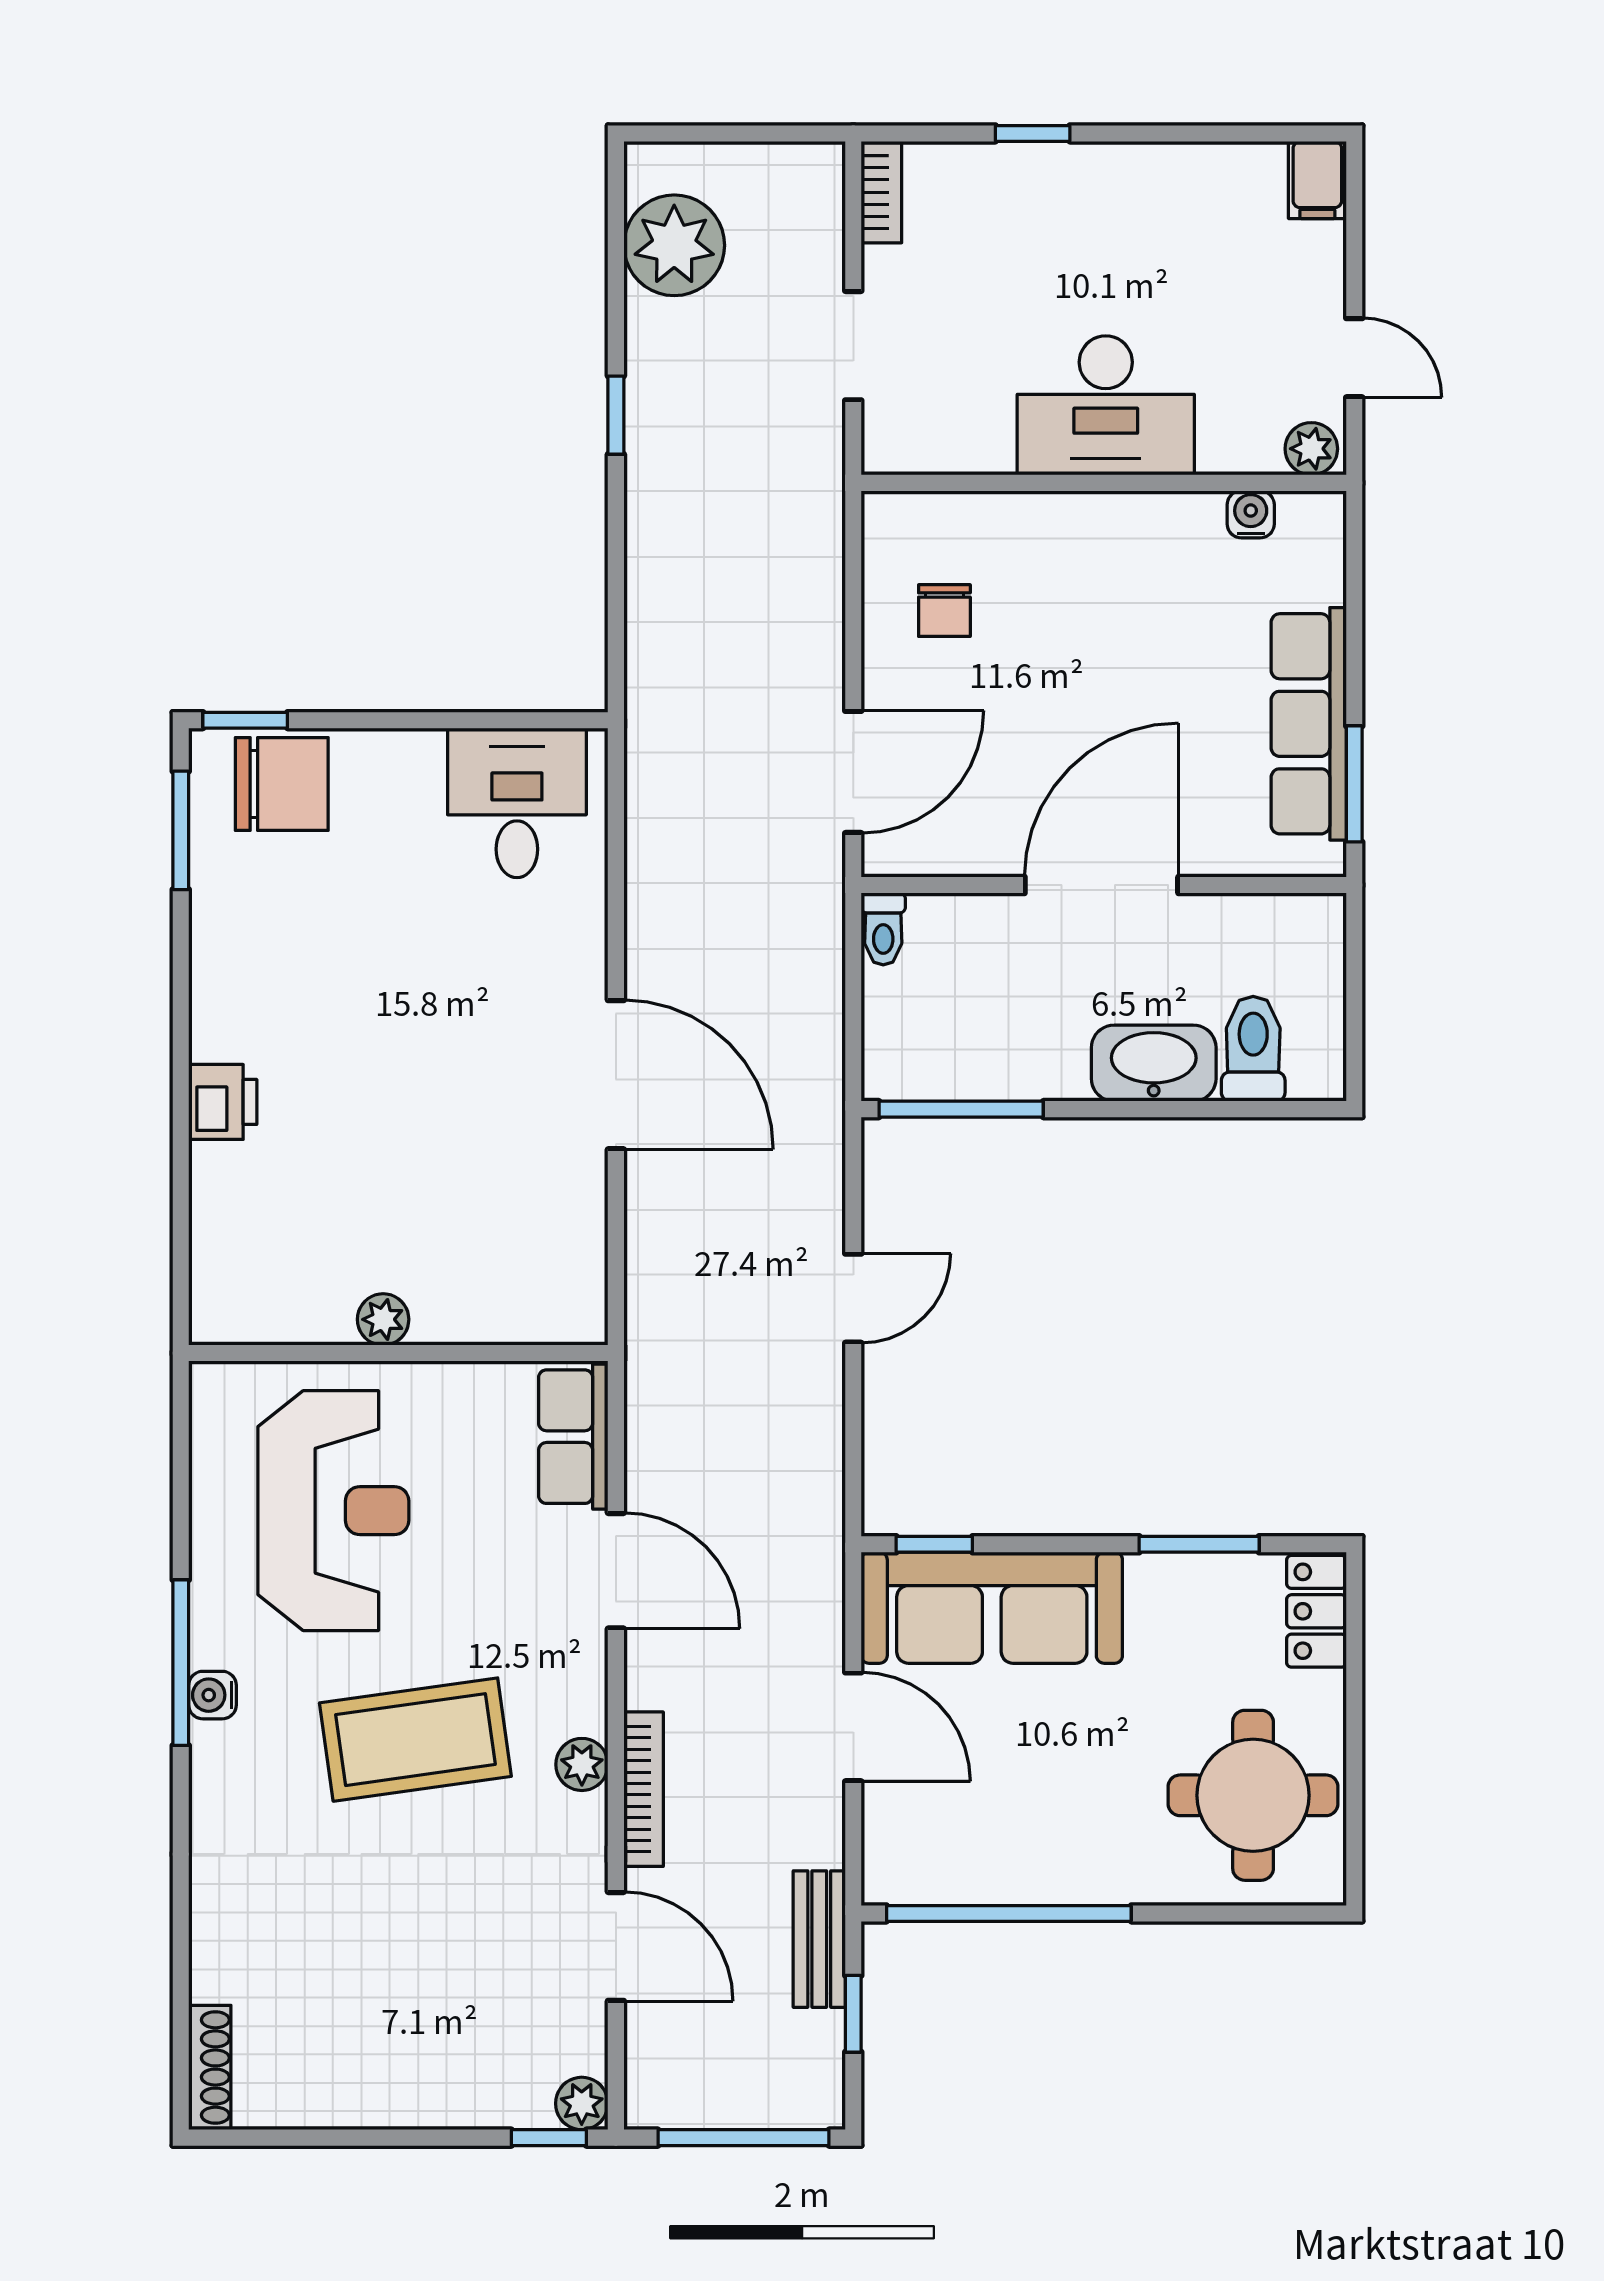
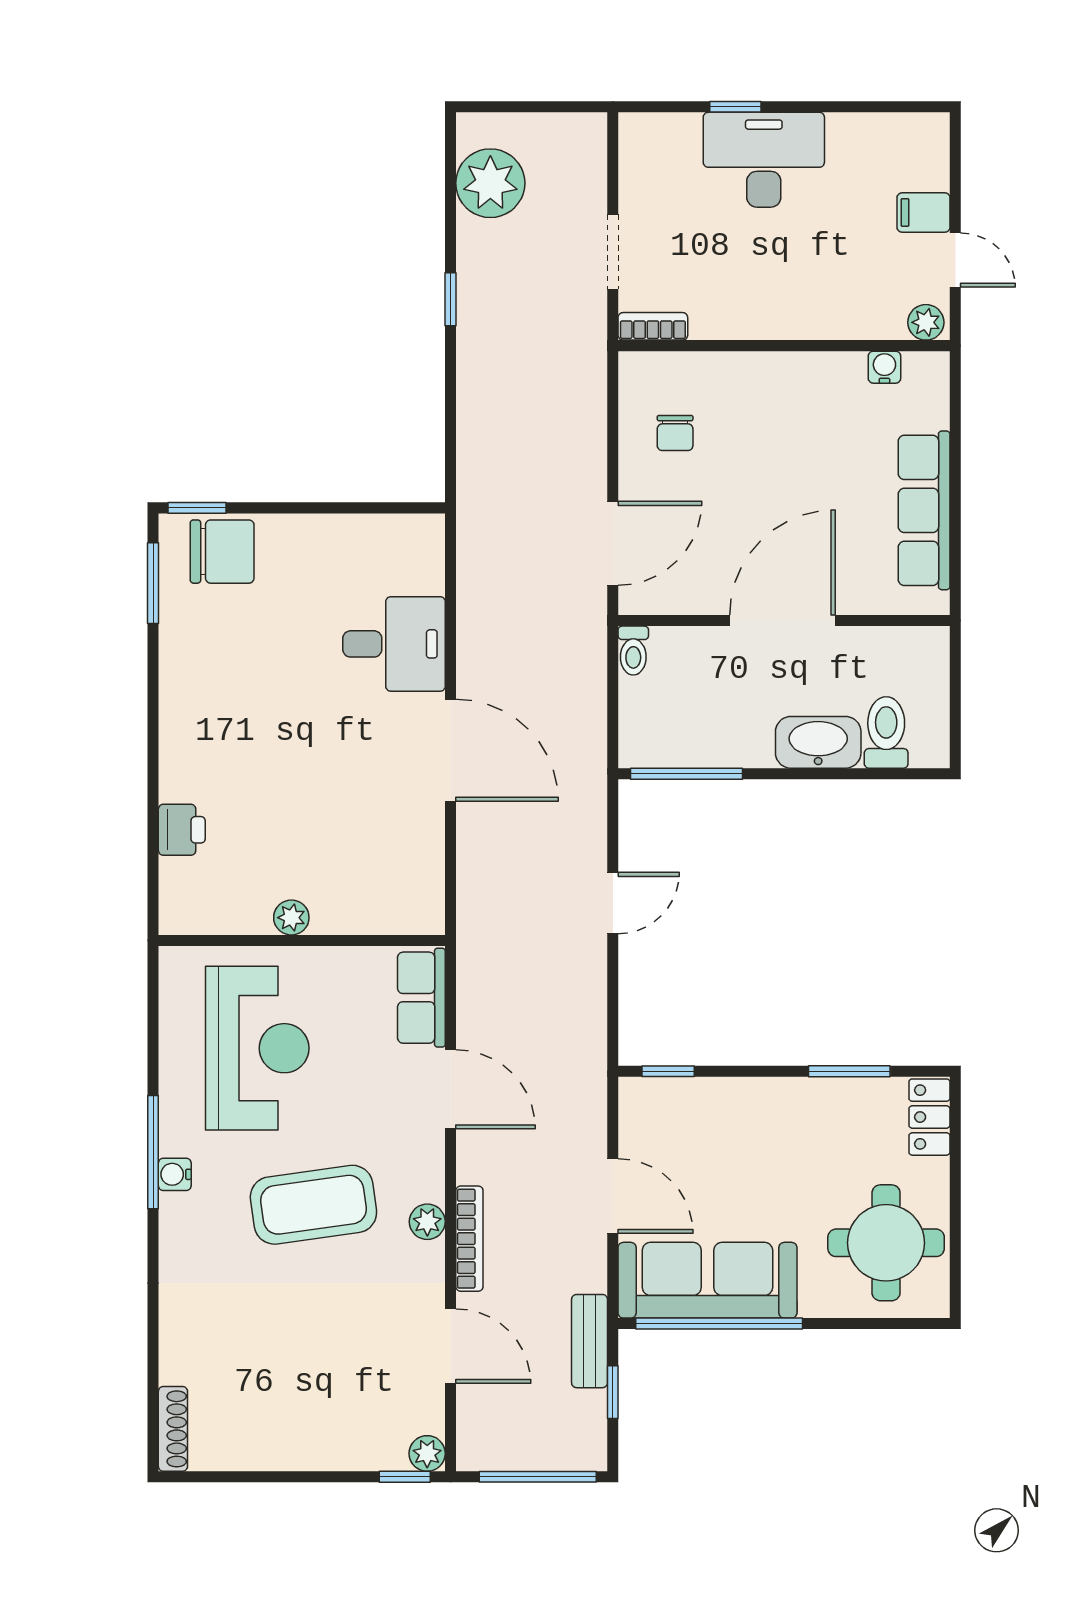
filing cabinet: (1317, 180) -> (923, 212), moved, turned 90
bookcase: (881, 192) -> (653, 326), moved, turned -90
desk: (1106, 405) -> (764, 160), moved, turned 180
window: (1354, 784) -> (955, 551), removed
desk: (517, 803) -> (394, 644), moved, turned 90
printer: (223, 1102) -> (182, 830), moved
sofa: (992, 1608) -> (707, 1280), moved, turned 180

